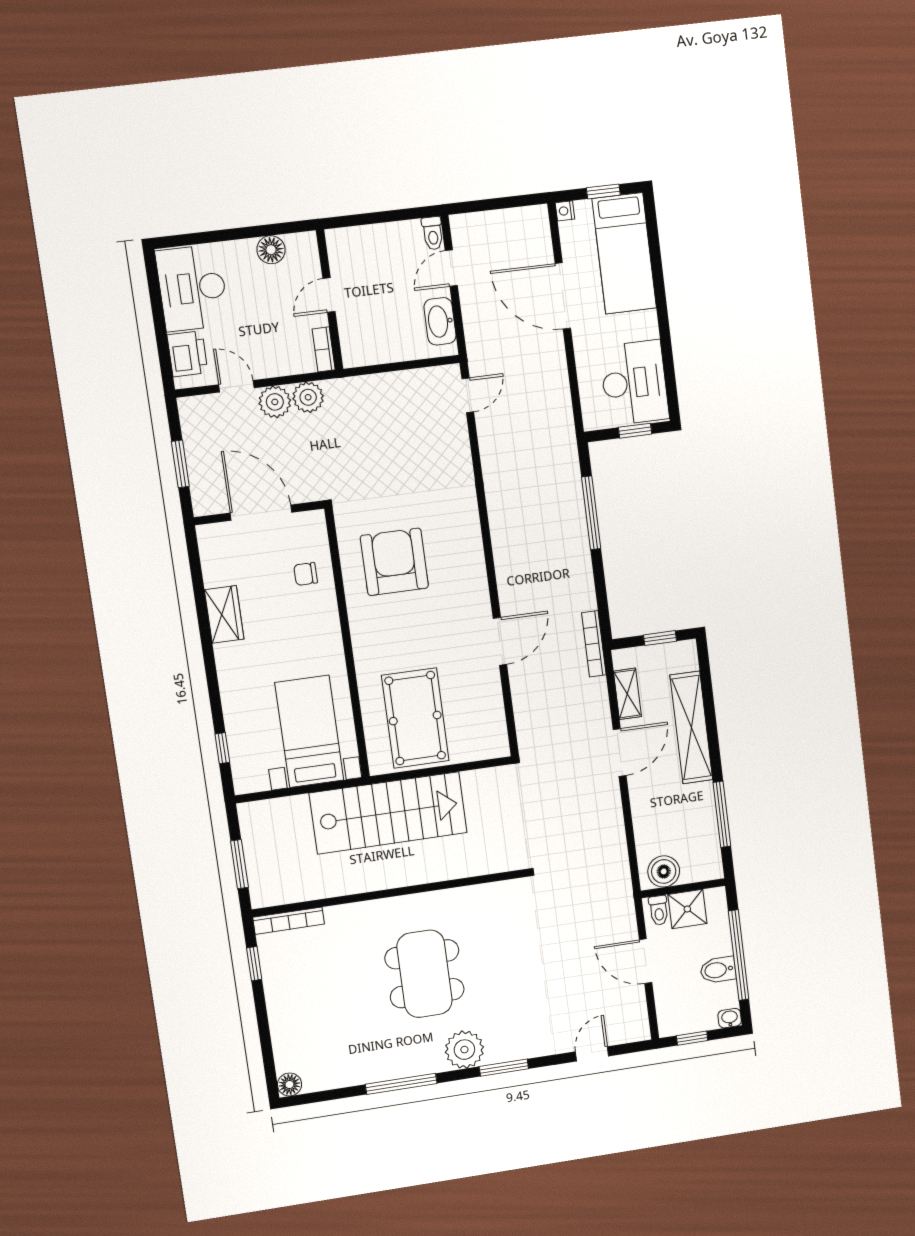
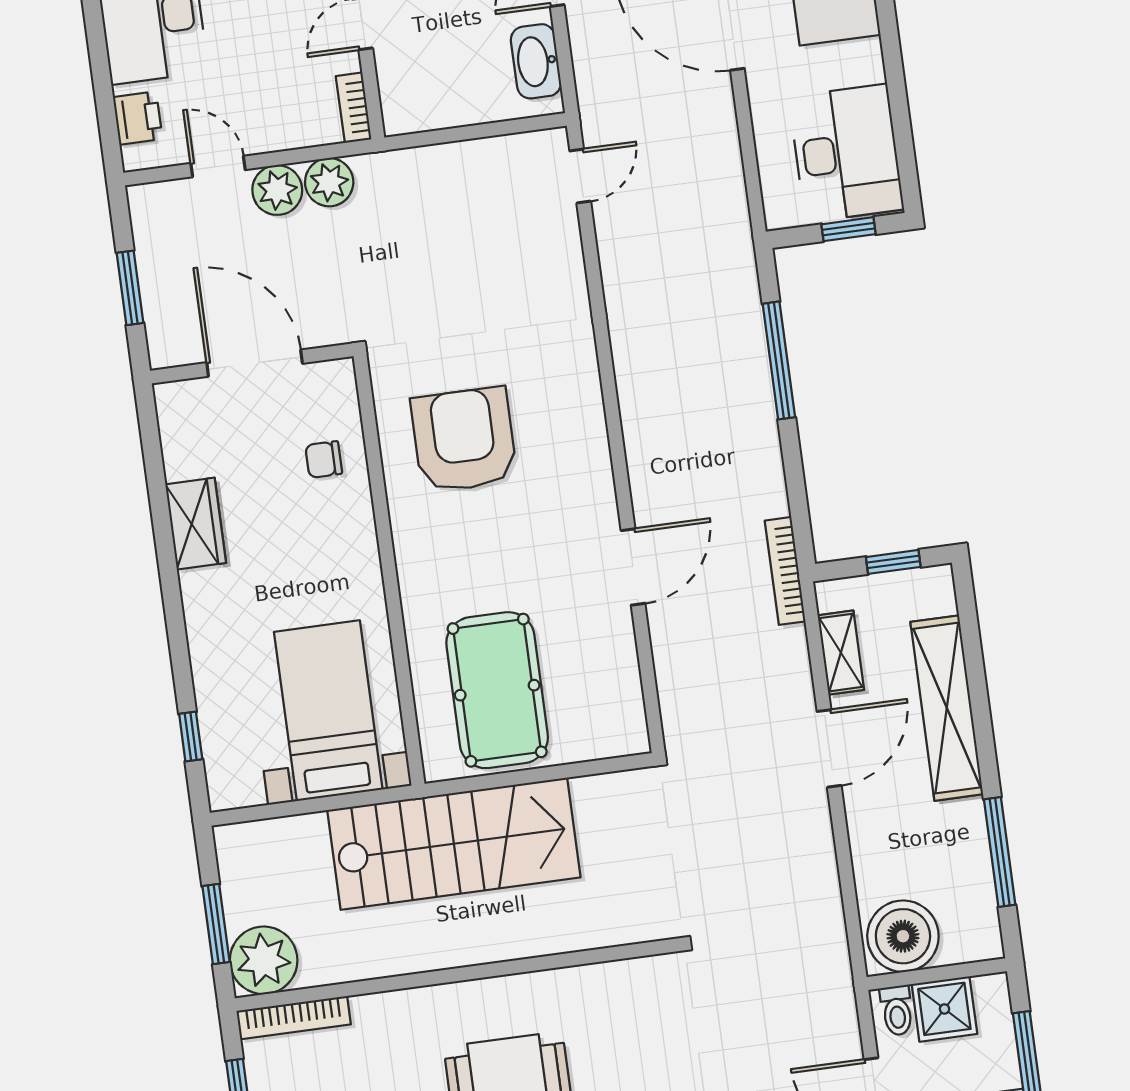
printer: (187, 354) -> (138, 118), width x0.73, depth x0.81
boiler: (664, 871) -> (903, 936), width x1.37, depth x1.37
plant: (270, 886) -> (264, 960), added

